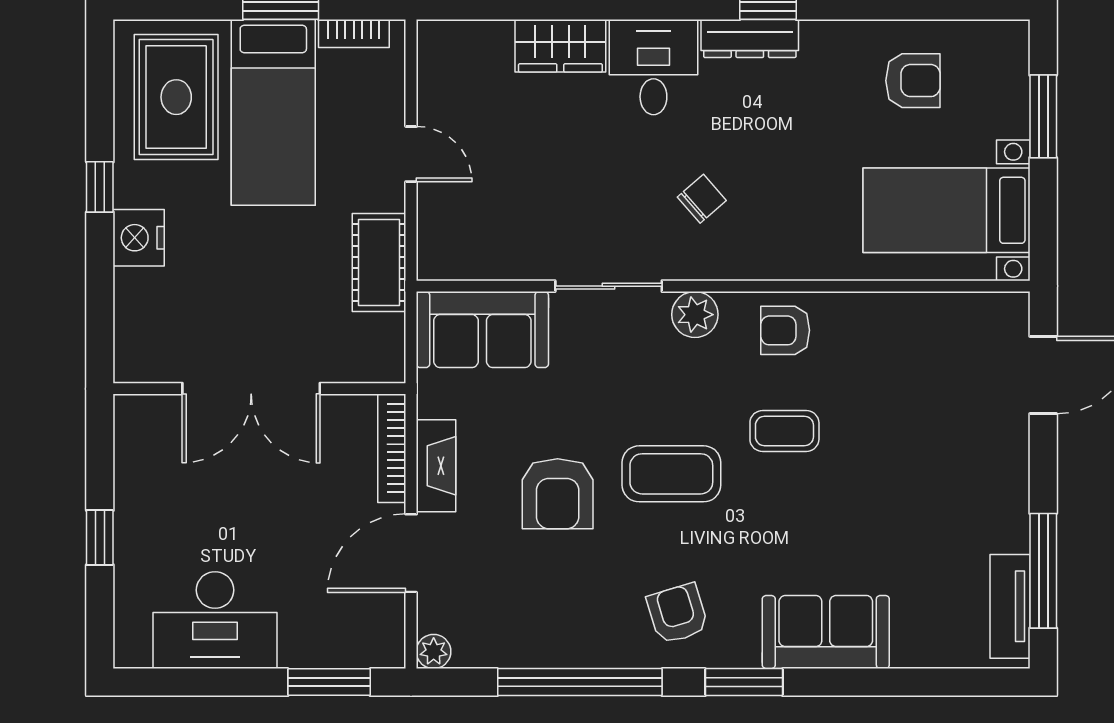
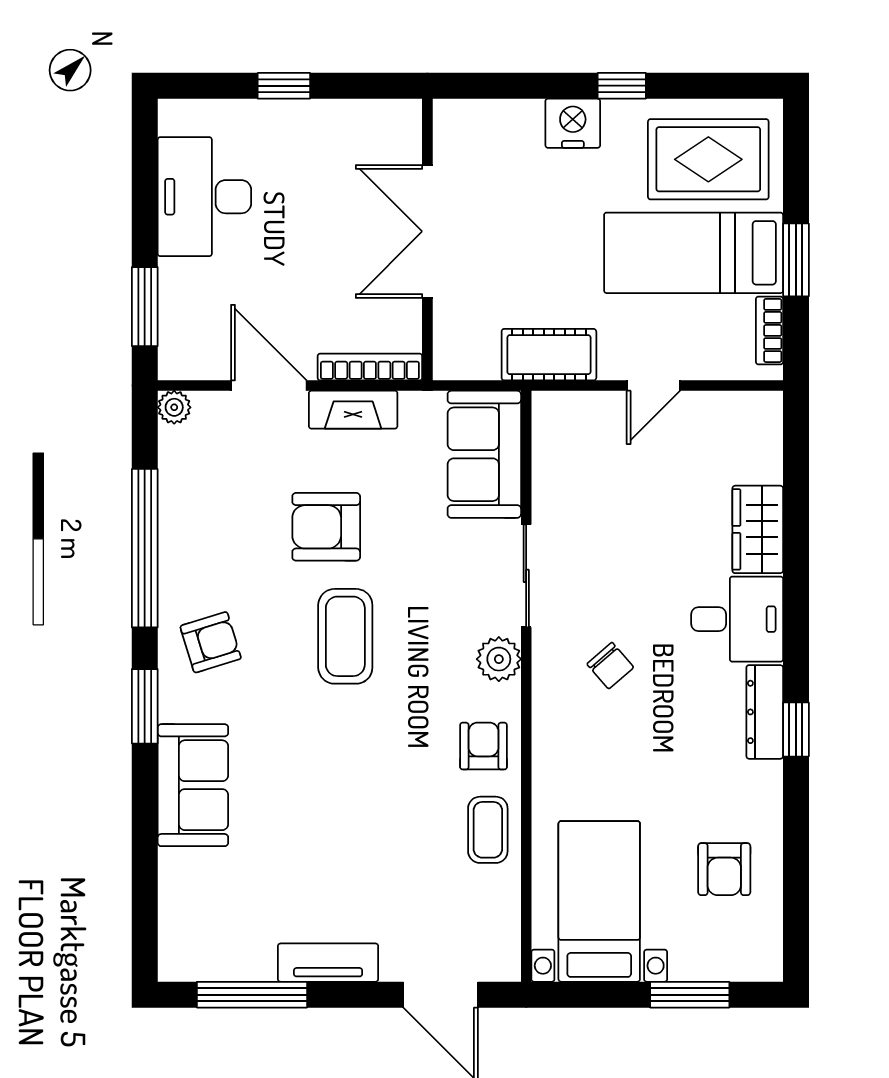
coffee table: (784, 431) -> (488, 830), moved
tv unit: (1010, 606) -> (328, 963), moved

